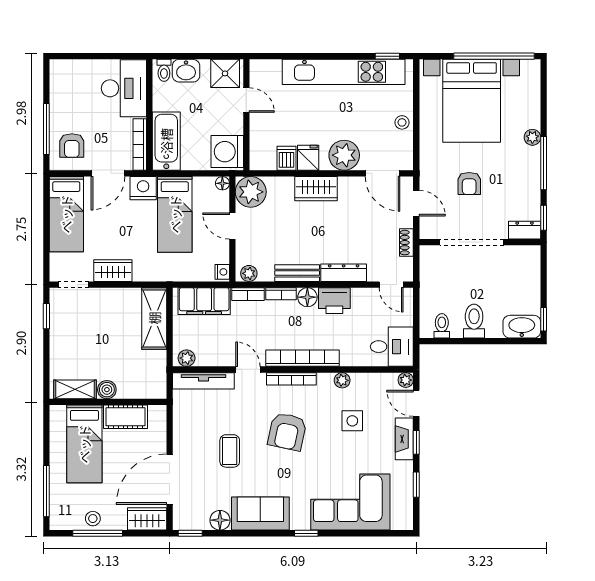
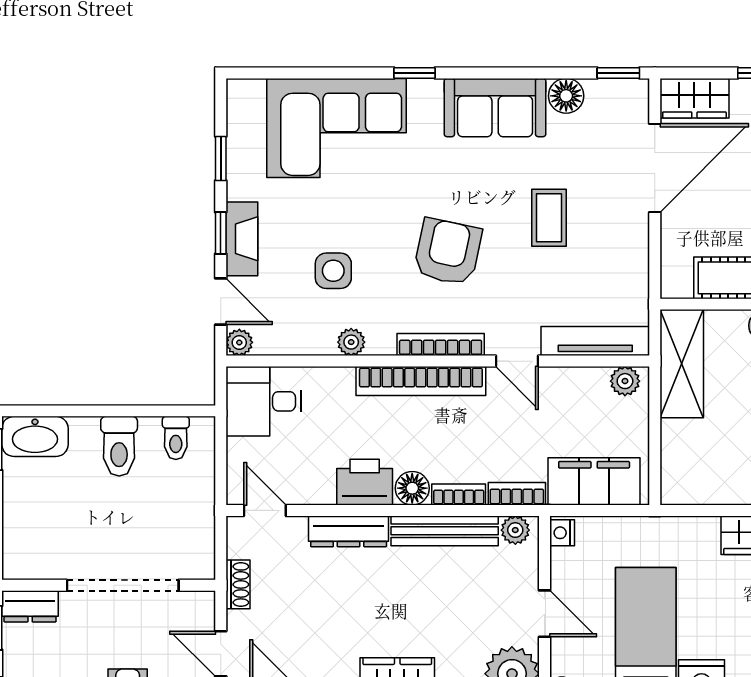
bench: (297, 273) -> (445, 531), width x1.36
shelving: (154, 318) -> (682, 364), moved

